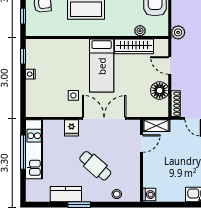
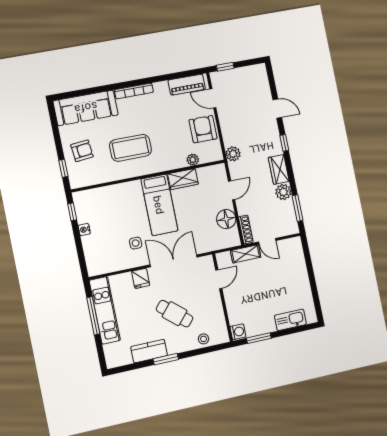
wardrobe: (134, 46) -> (183, 179), width x0.67
door: (170, 65) -> (232, 190), swing flipped
shelving: (156, 126) -> (246, 254), moved
window: (167, 205) -> (259, 338), added

